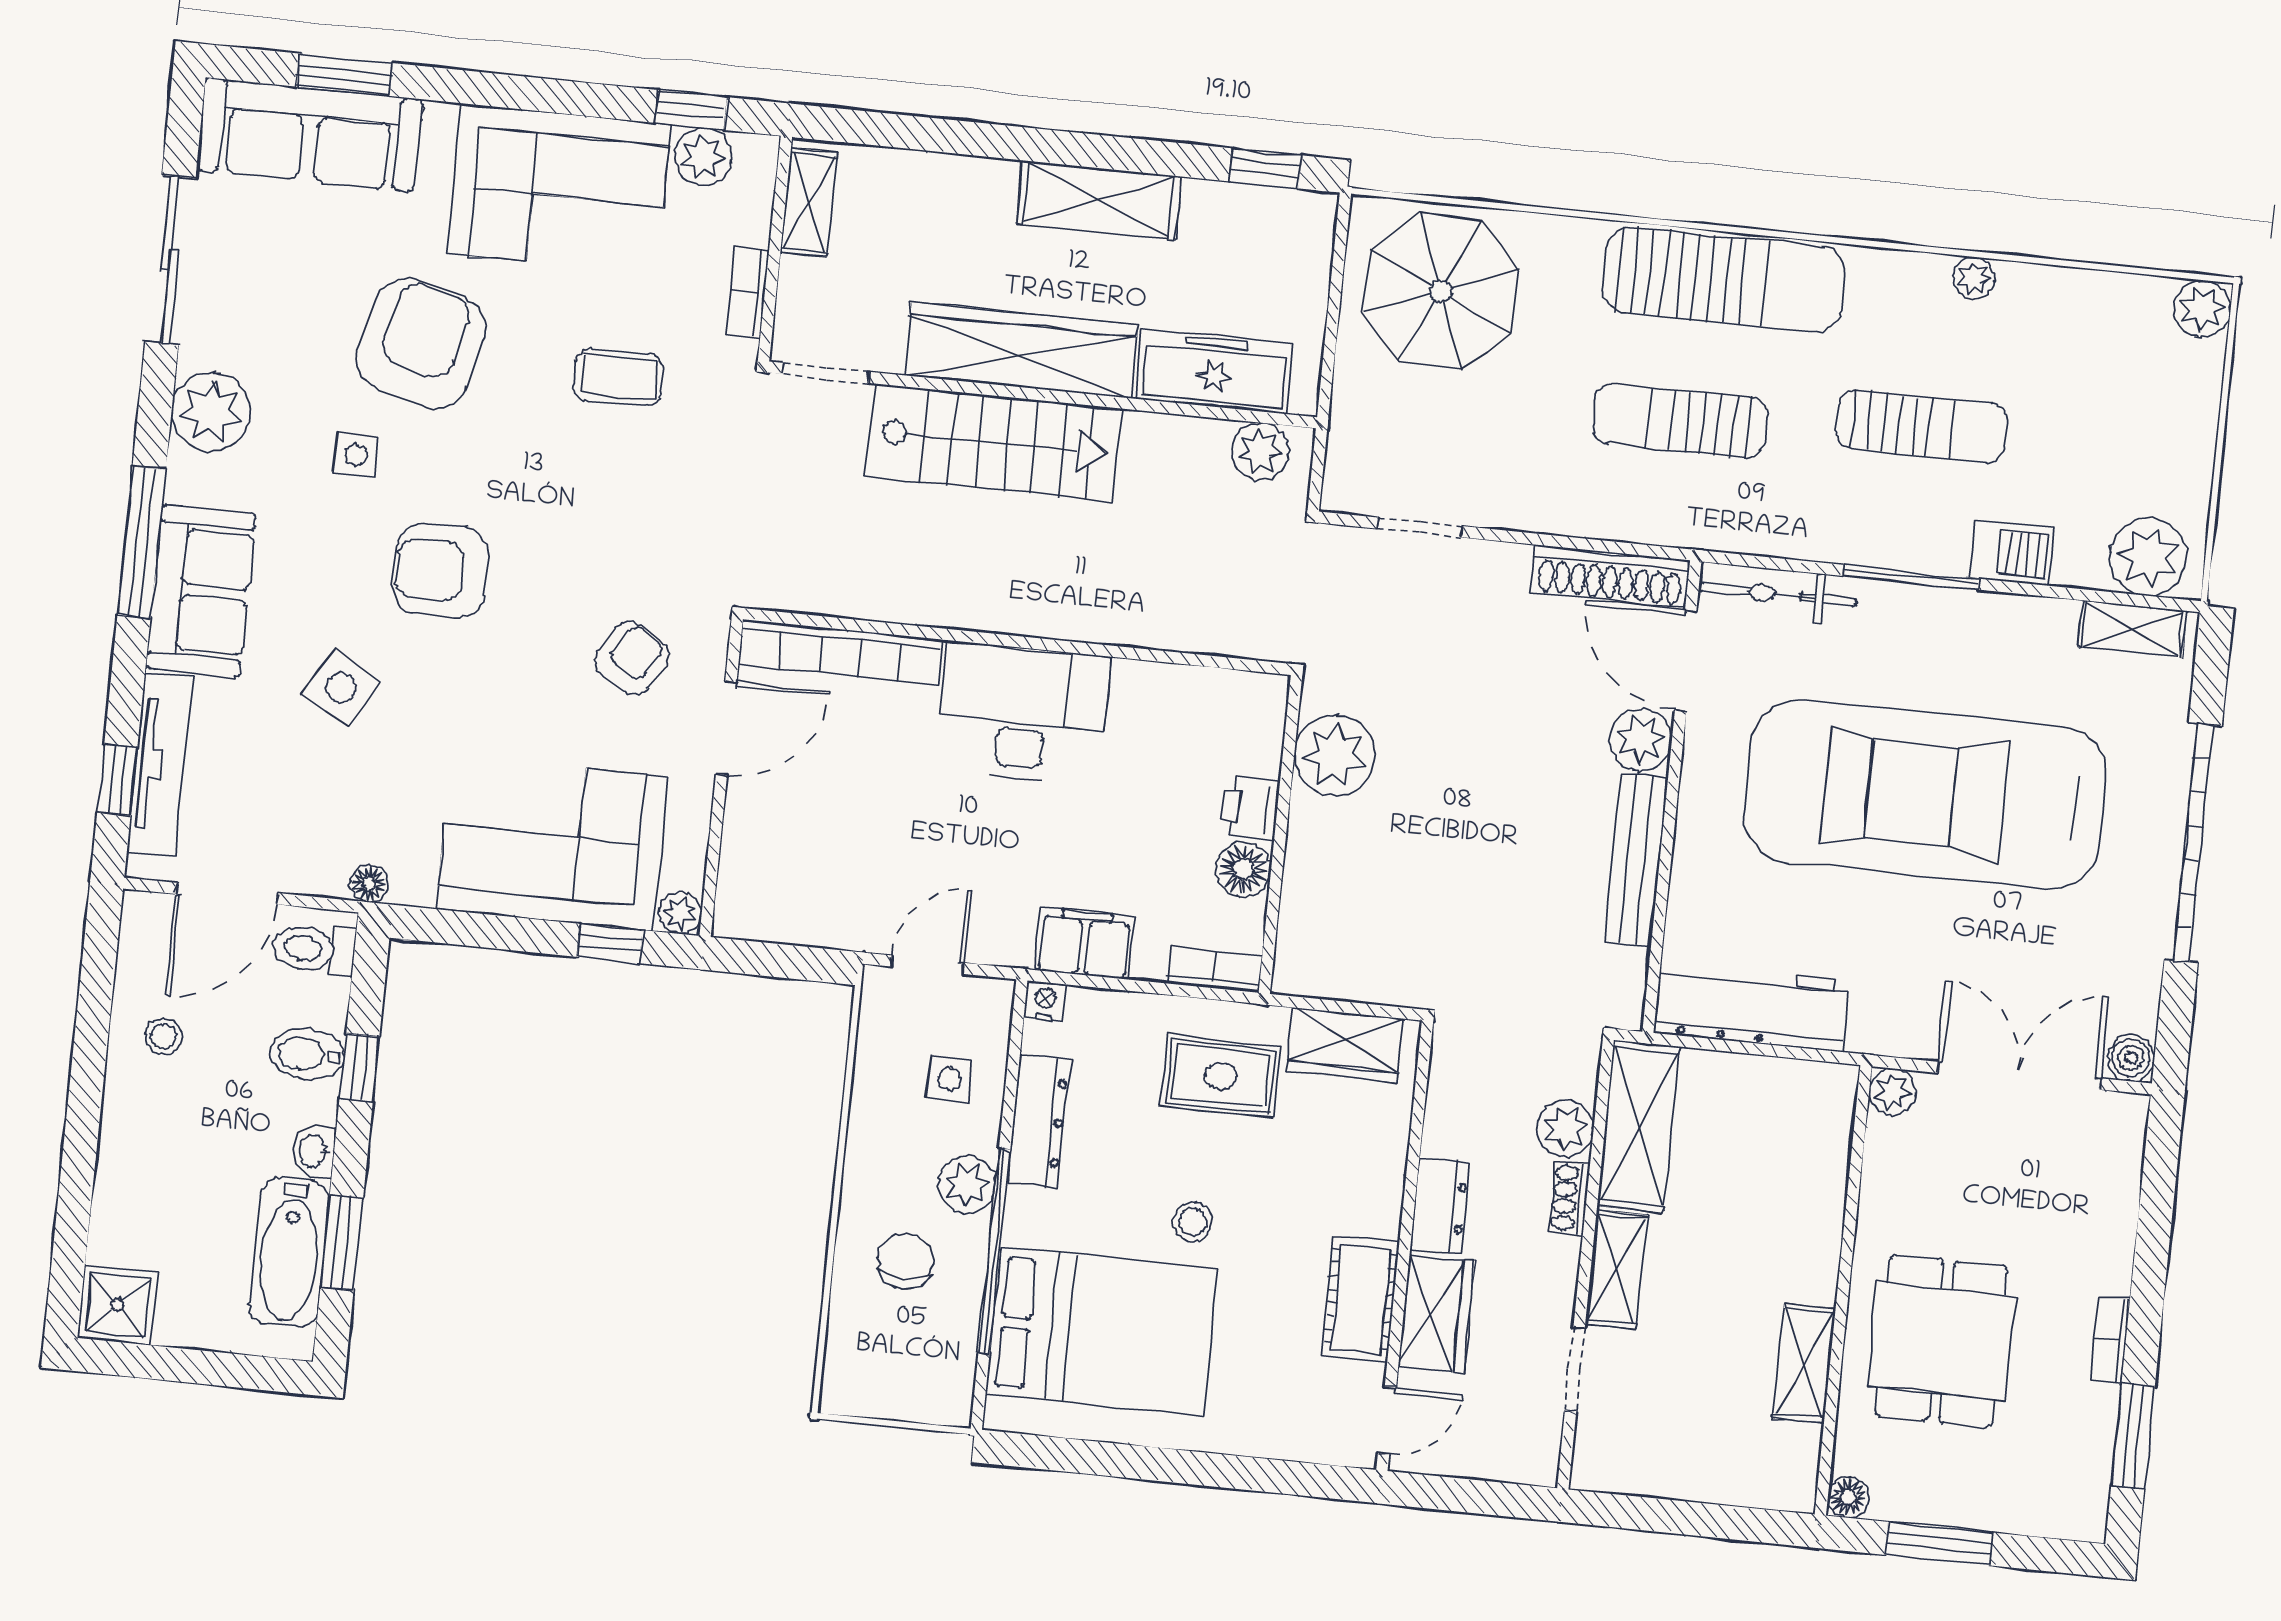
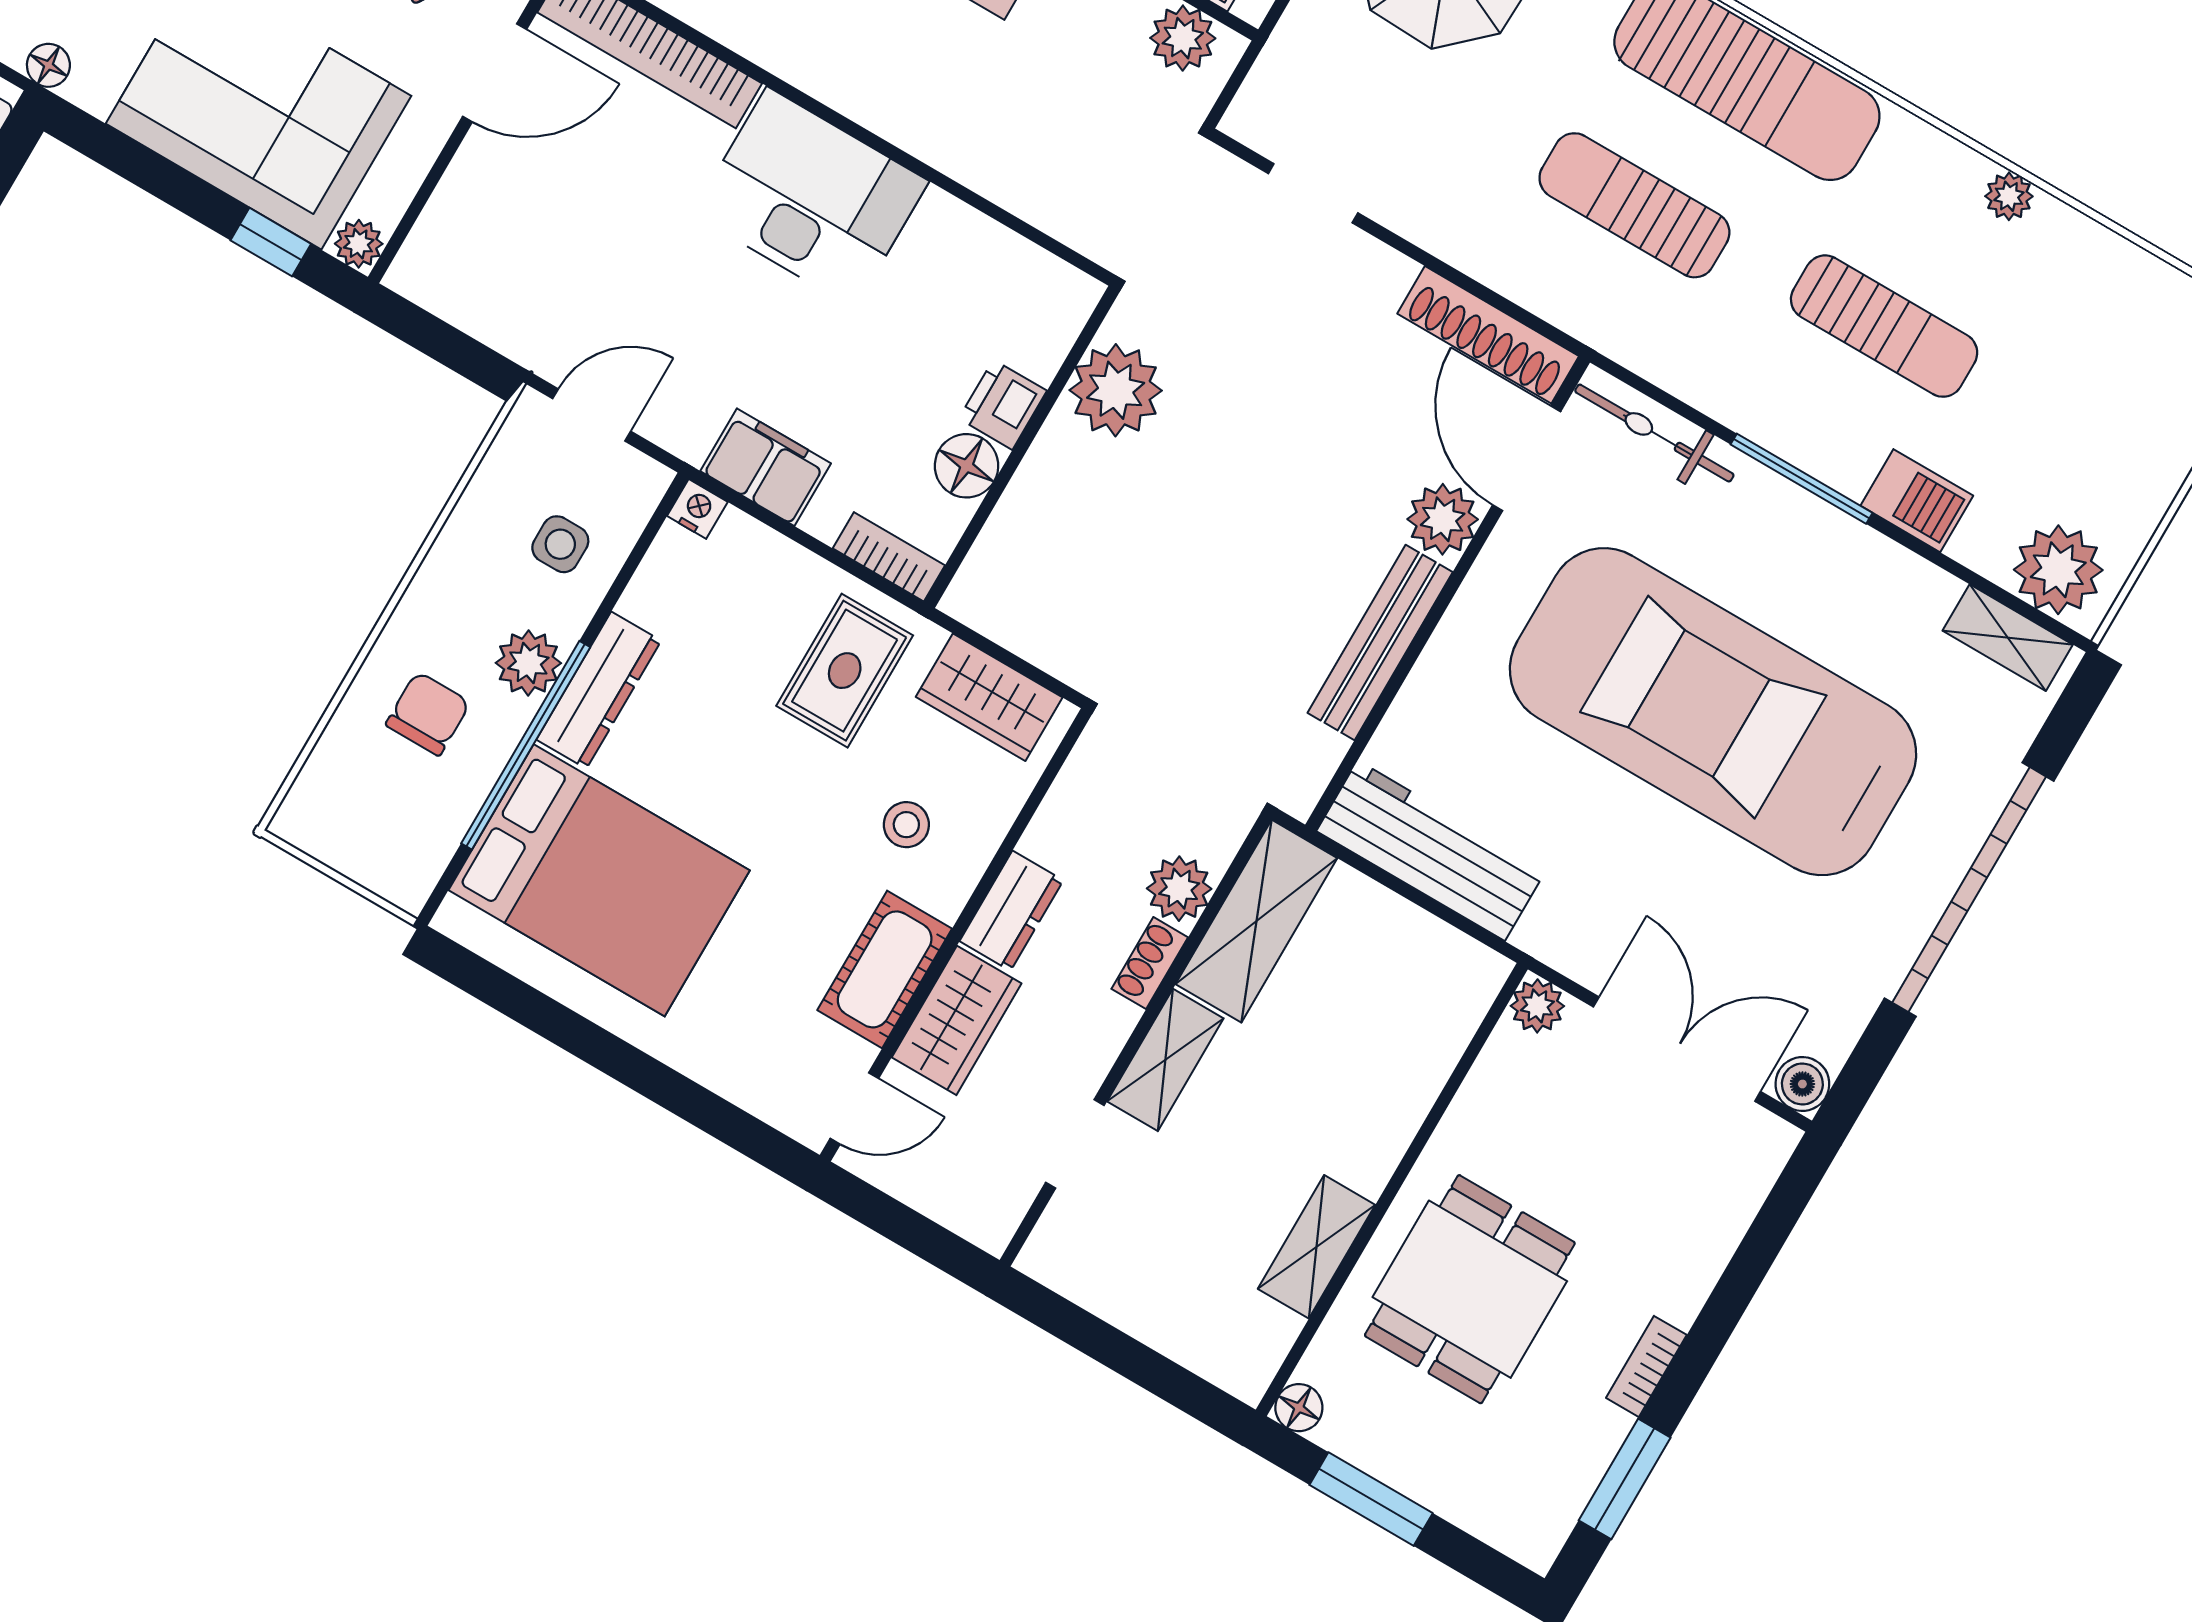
rug: (1221, 1076) -> (845, 671), turned 90
dresser: (1039, 1121) -> (599, 690), moved
stool: (1193, 1222) -> (906, 825), moved

